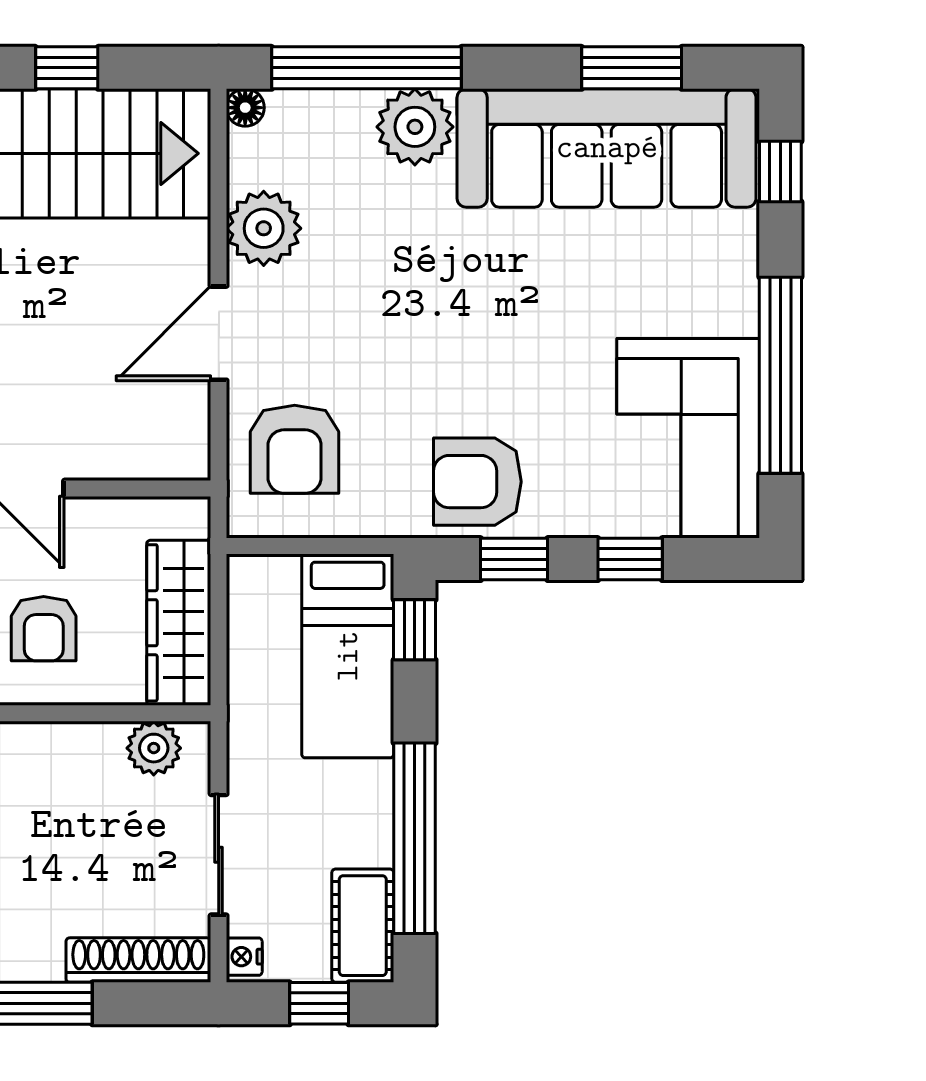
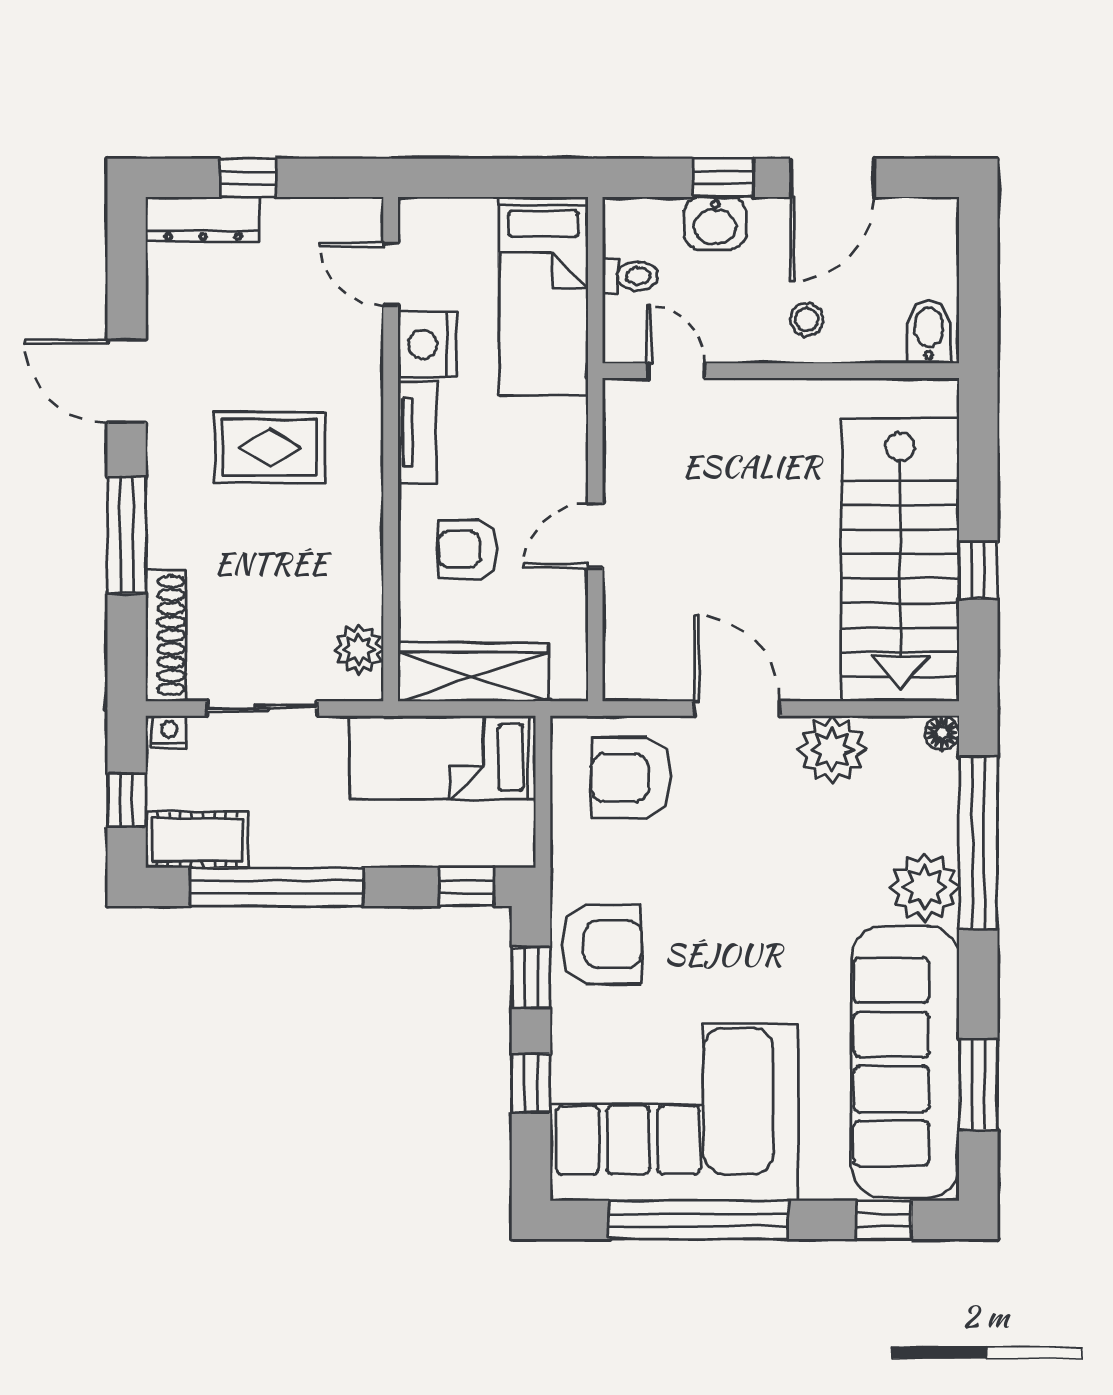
corner sofa: (688, 438) -> (674, 1113), width x1.36, depth x1.36
armchair: (477, 482) -> (602, 944), turned 90
bed: (348, 656) -> (443, 757), moved

